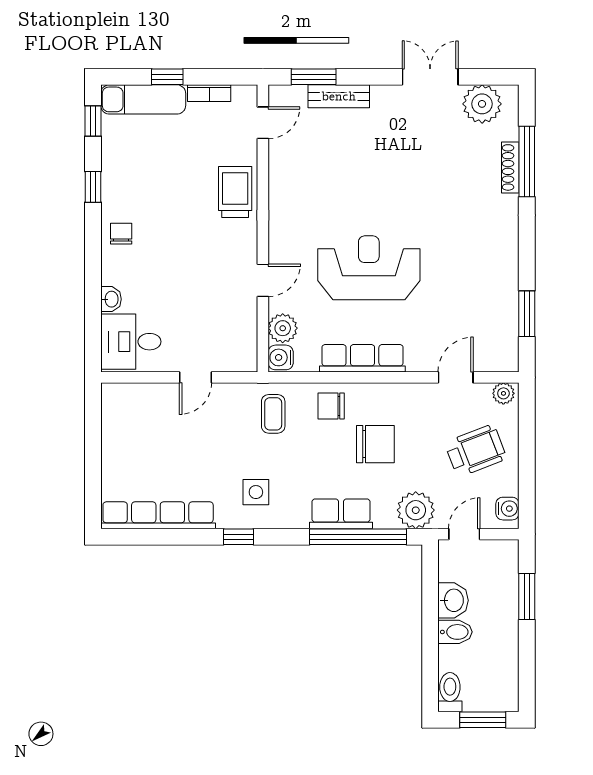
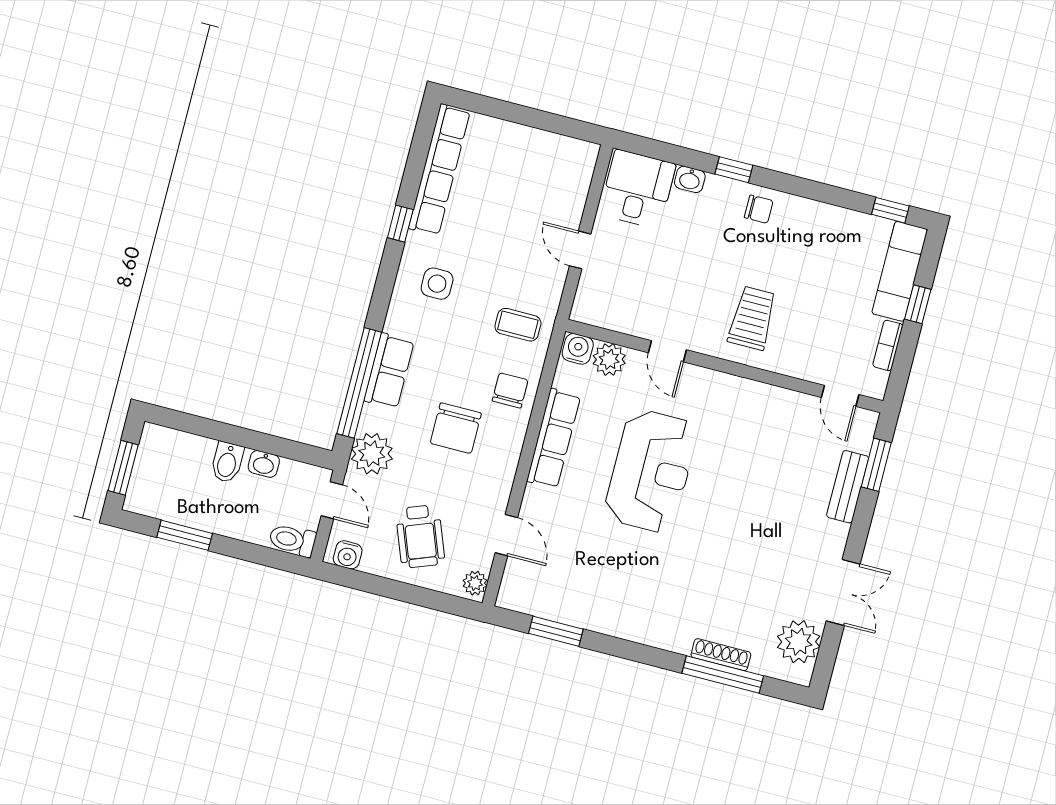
window: (93, 187) -> (734, 170), moved
trolley: (235, 192) -> (752, 318), moved, turned -90
window: (238, 537) -> (400, 224), moved
window: (527, 597) -> (185, 535), moved
washbasin: (453, 600) -> (264, 464), width x0.72, depth x0.69
toilet: (450, 692) -> (292, 540), moved, turned 180

